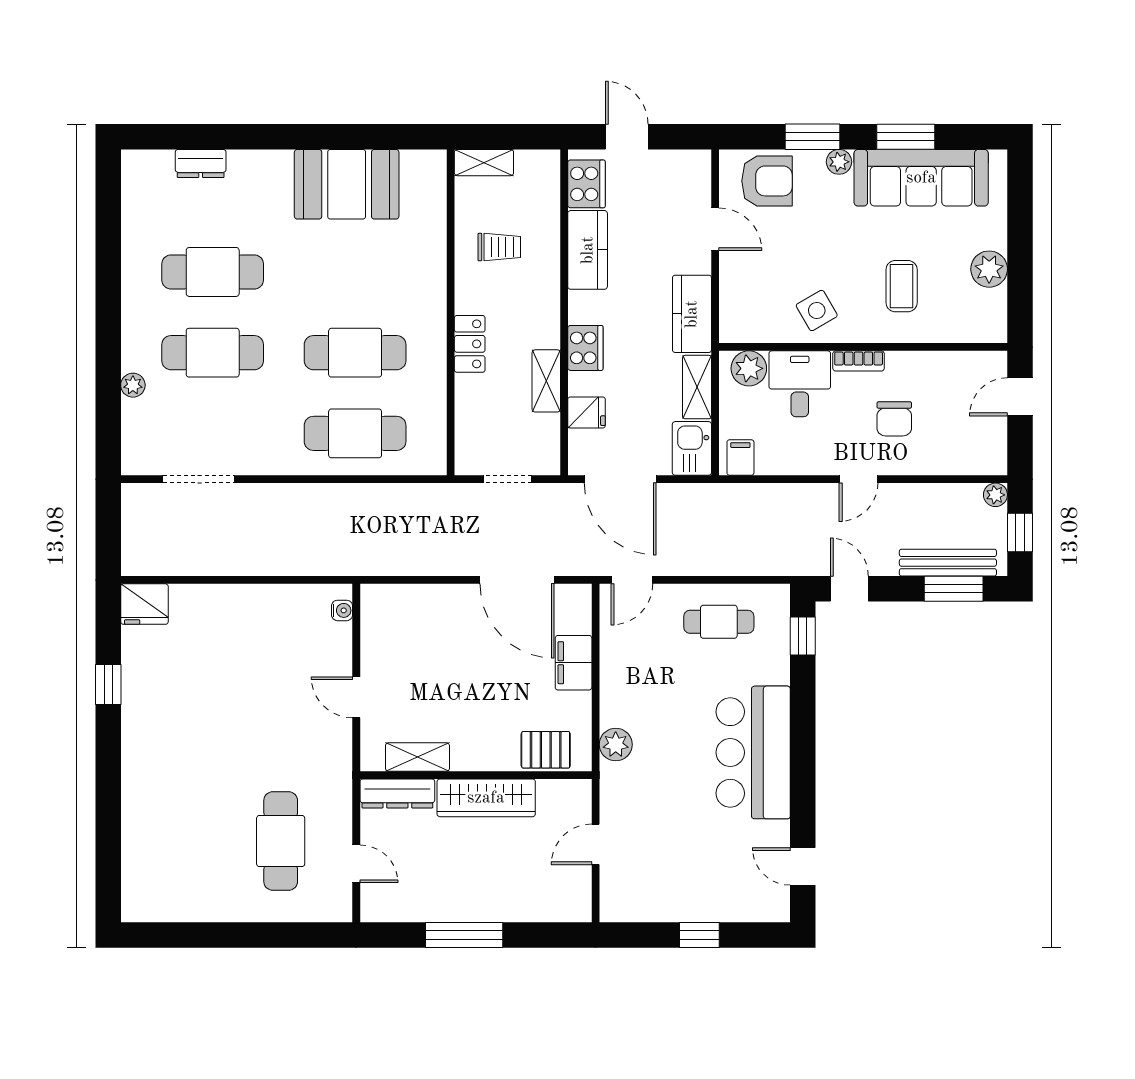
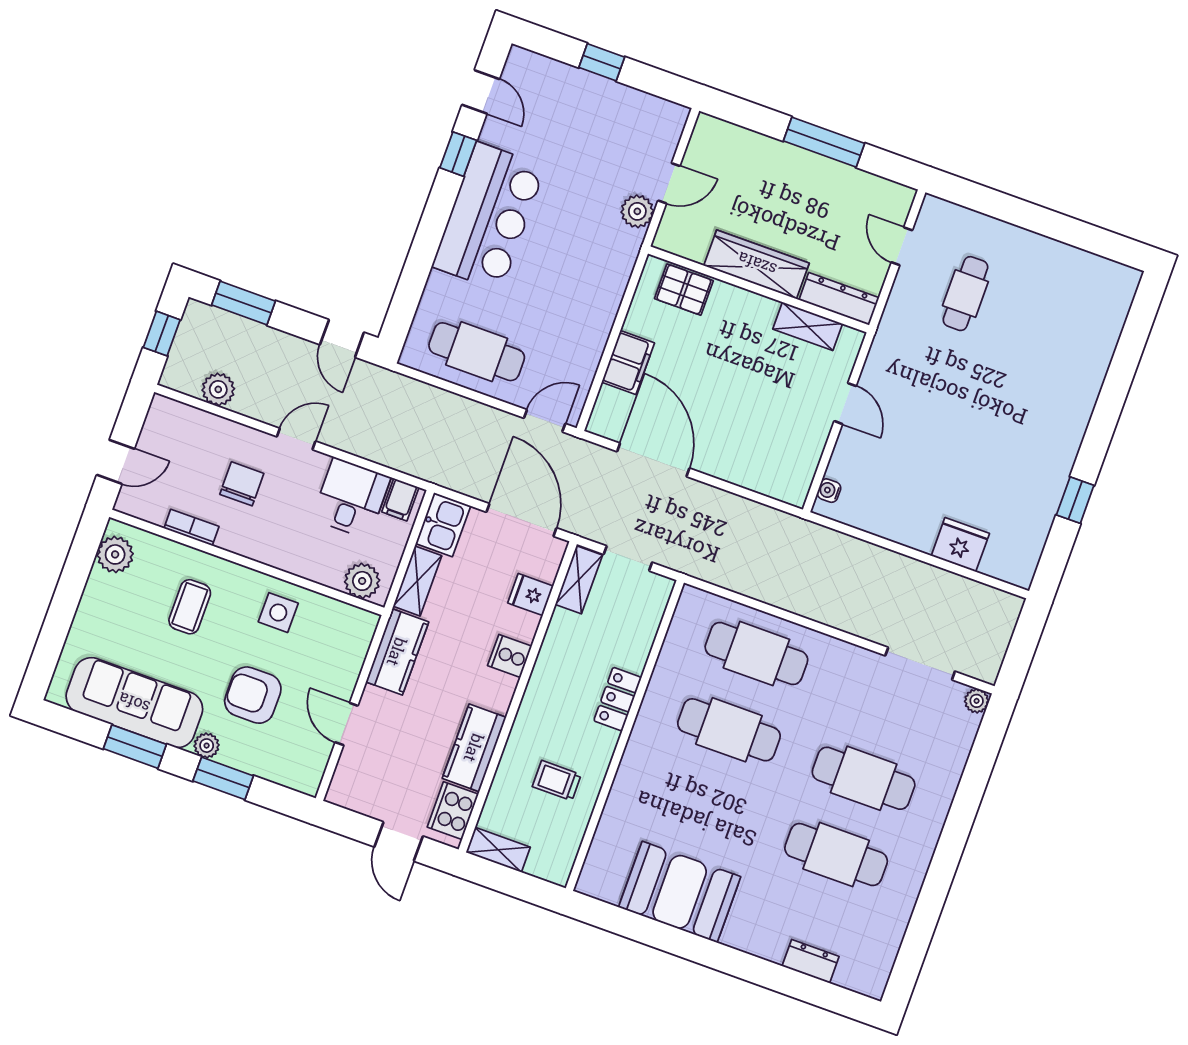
shelving: (484, 163) -> (498, 850), moved
armchair: (767, 181) -> (253, 695), moved
plant: (989, 269) -> (115, 554), moved
side table: (817, 311) -> (278, 613), turned 30
cooker: (585, 348) -> (510, 656), width x0.73
bookcase: (859, 361) -> (191, 527), moved
shelving: (546, 381) -> (579, 580), moved
desk: (800, 384) -> (351, 498), moved, turned 180
plant: (133, 385) -> (977, 701), moved
plant: (995, 495) -> (218, 389), moved, width x1.38, depth x1.38
bench: (948, 563) -> (240, 330), removed
fridge: (144, 604) -> (960, 545), moved
cafe table: (719, 622) -> (477, 352), width x1.37, depth x1.35
window: (803, 636) -> (458, 154), moved
plant: (616, 745) -> (637, 211), moved
cafe table: (281, 841) -> (965, 294), width x0.73, depth x0.74

